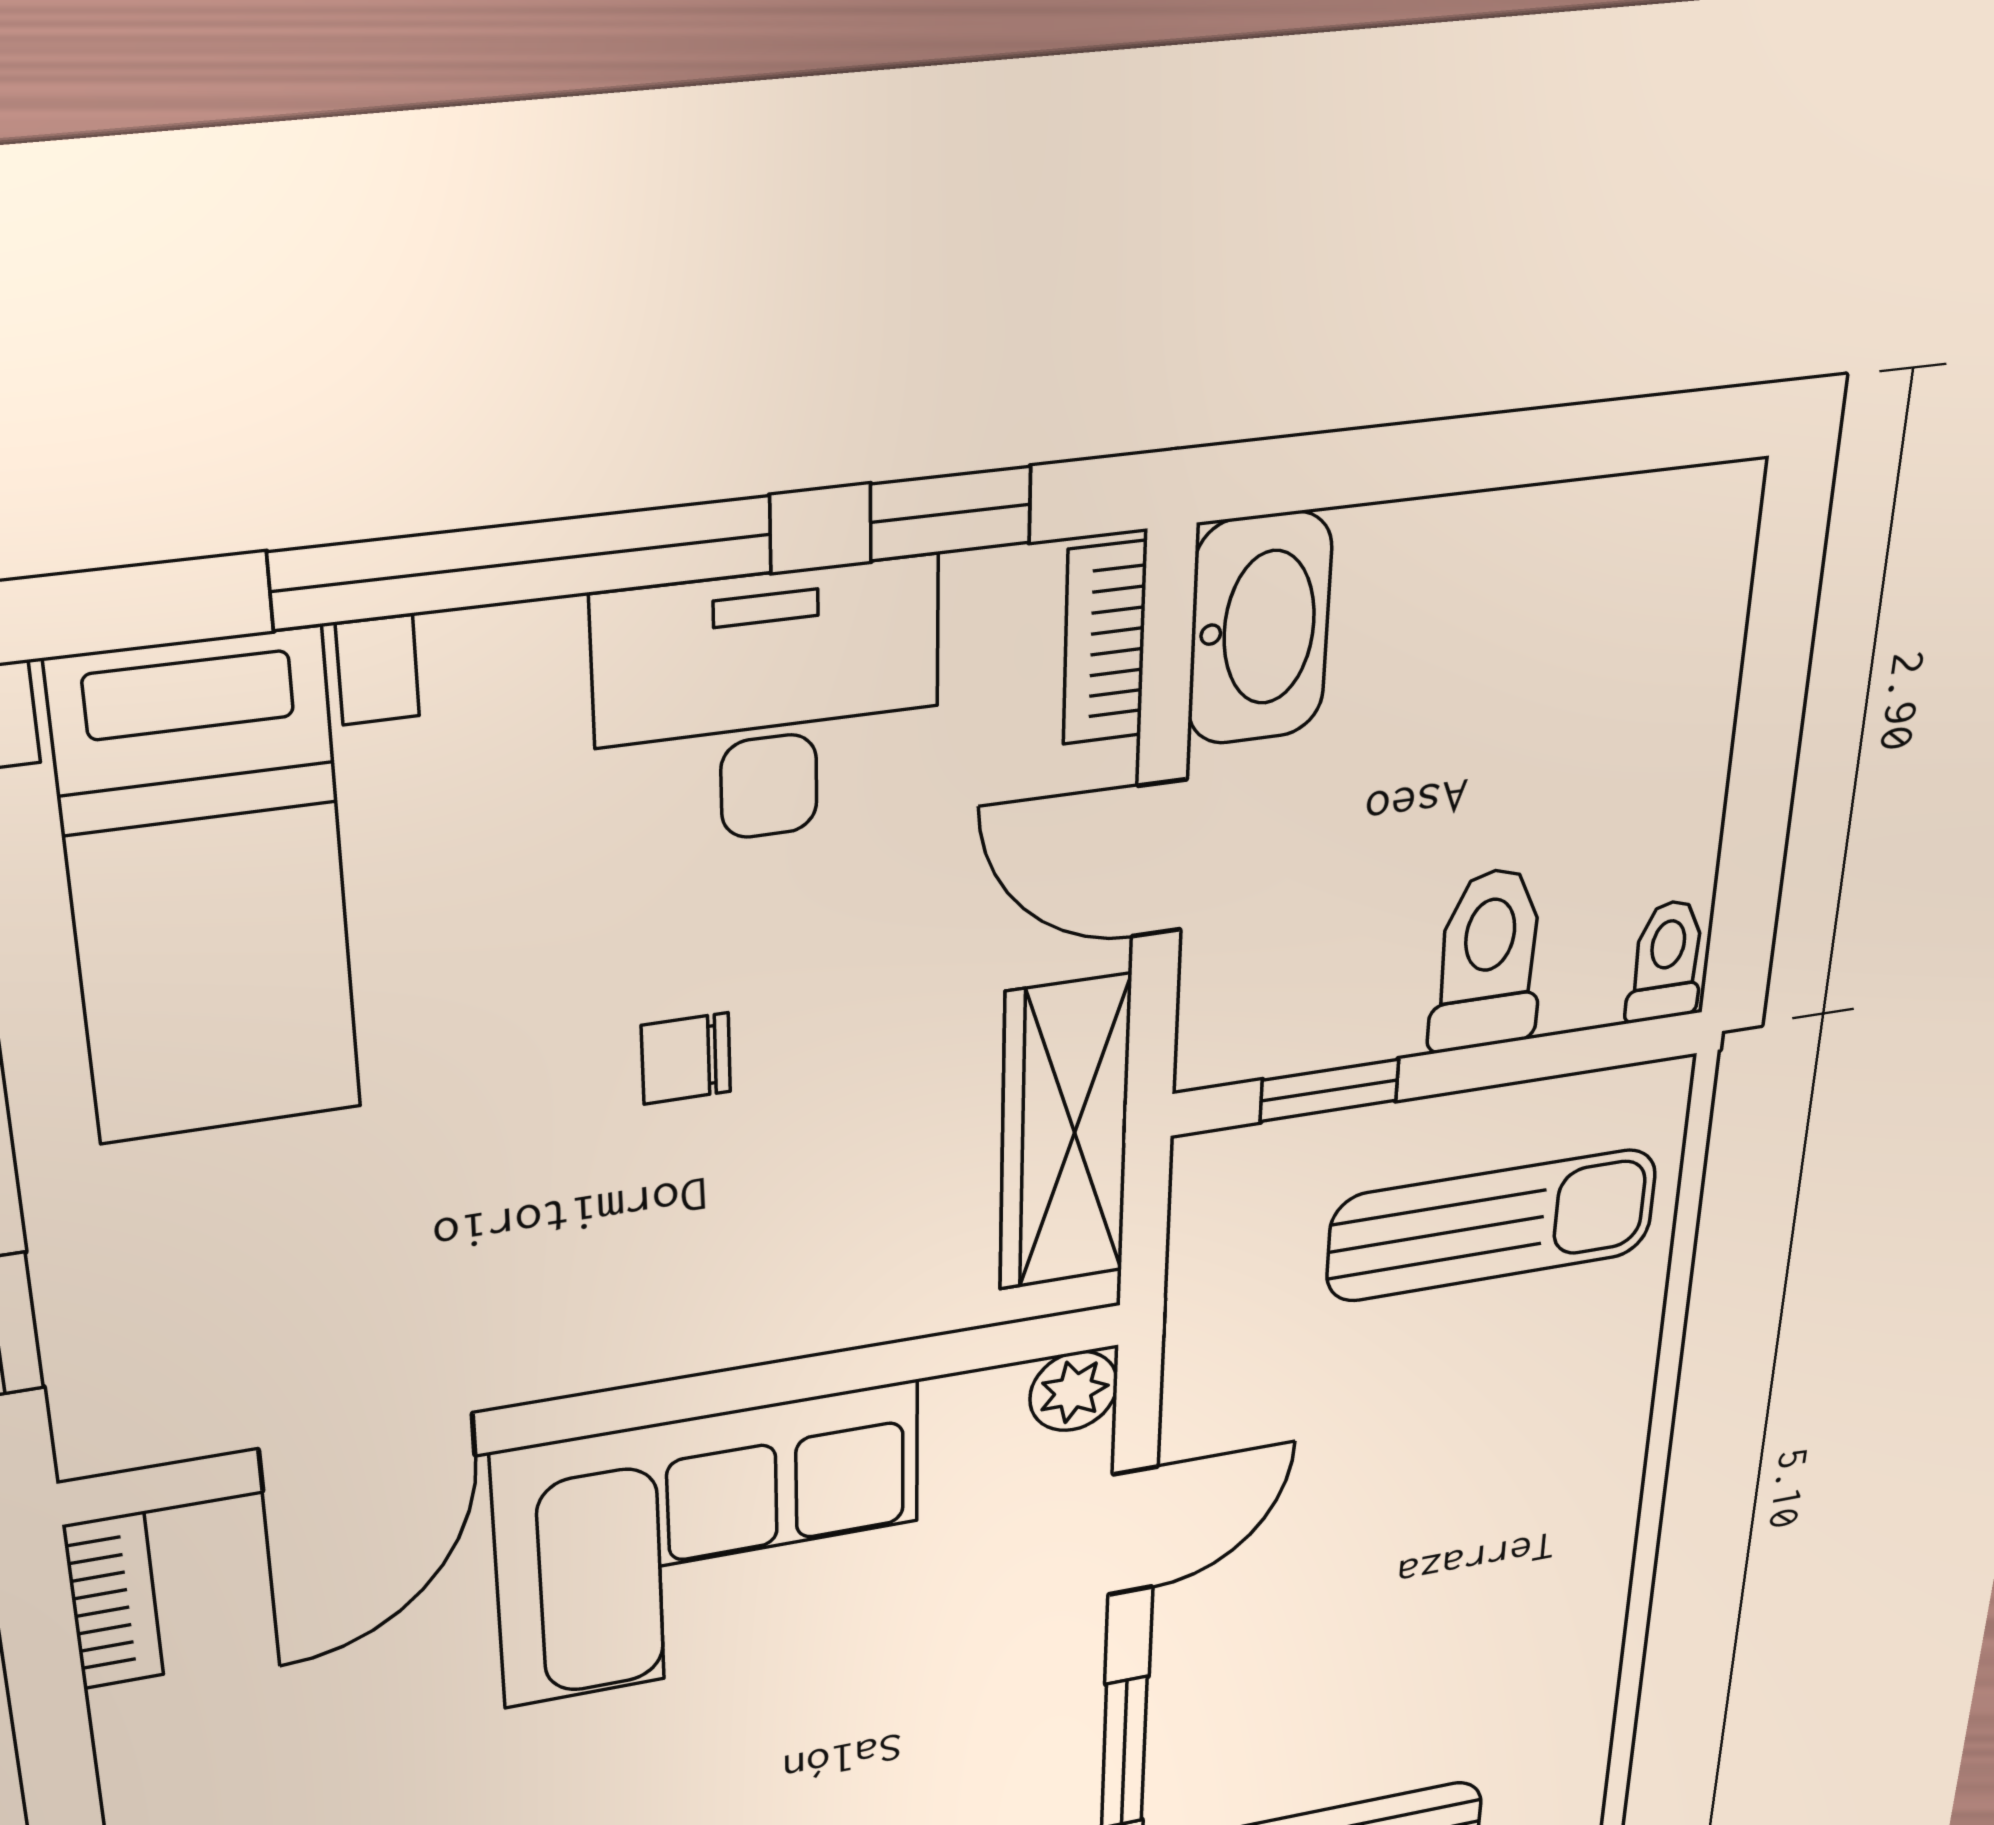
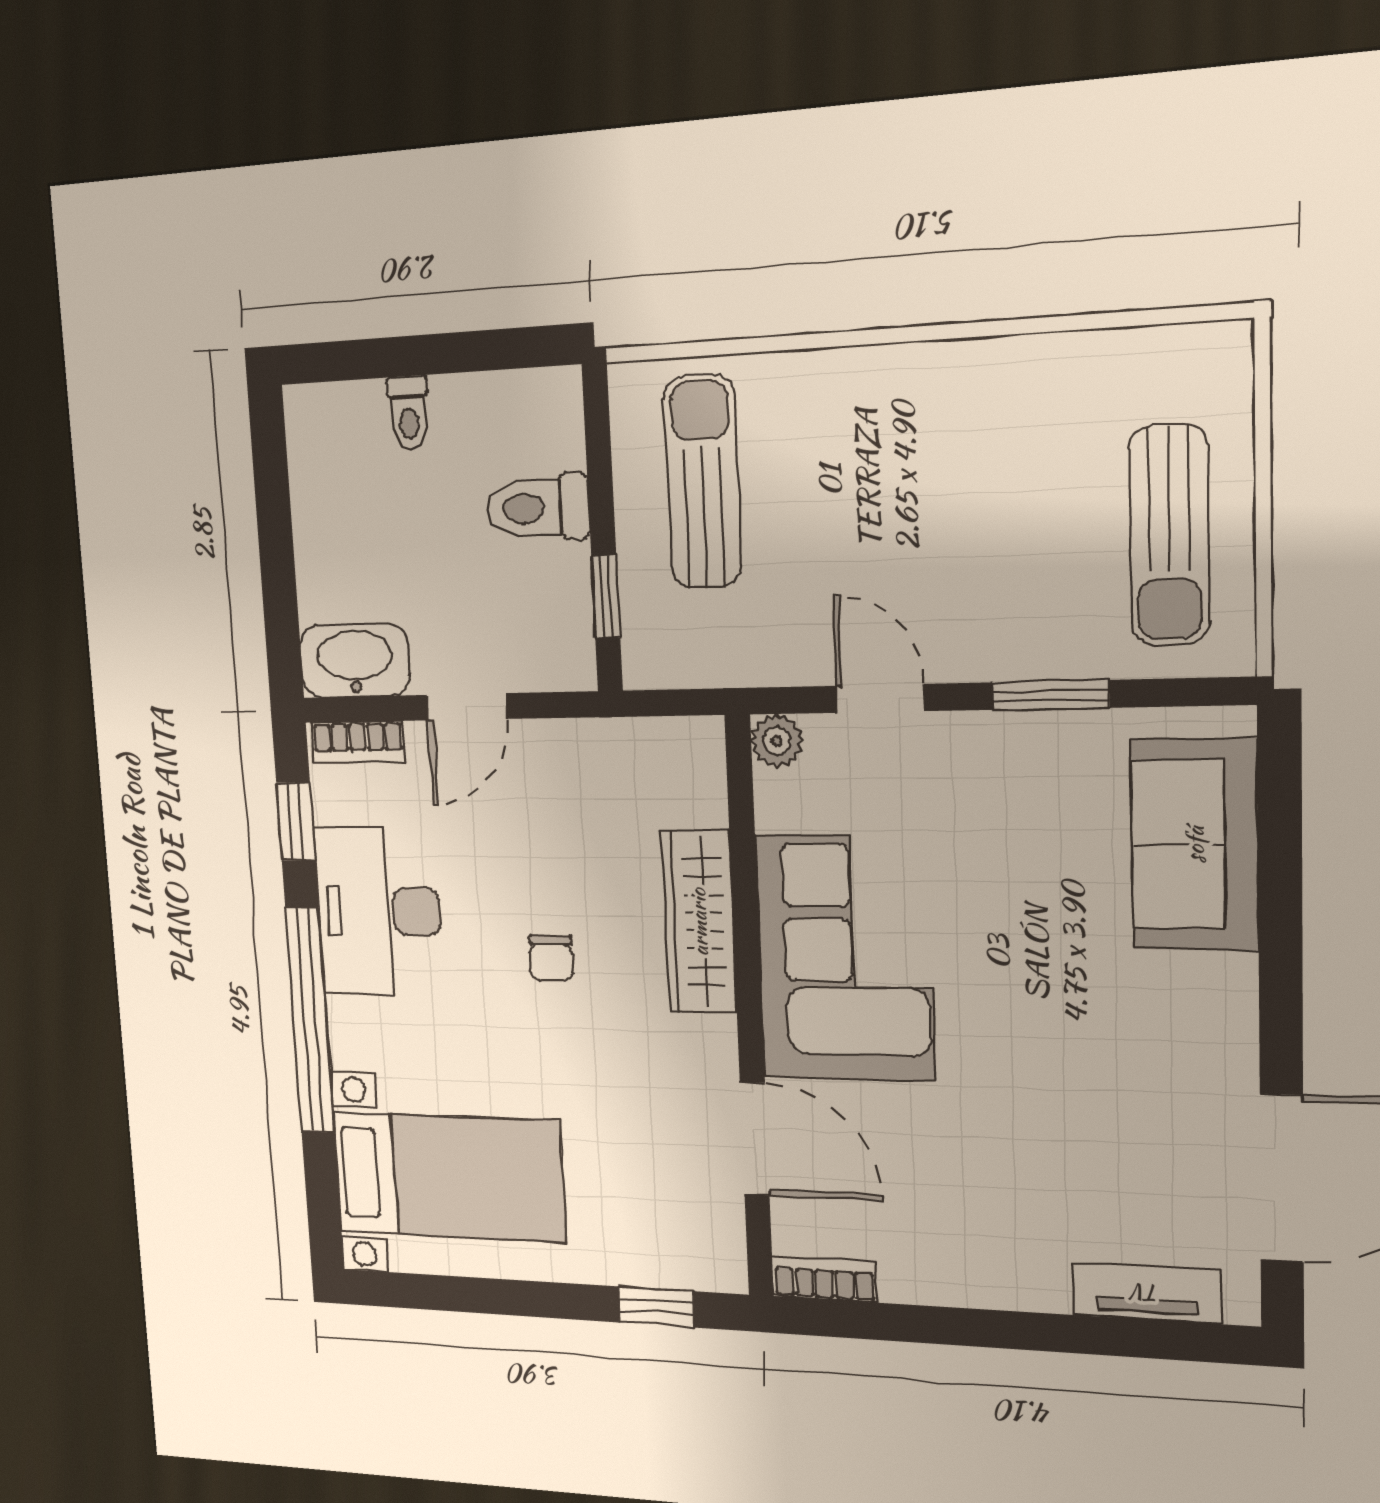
toilet: (1666, 961) -> (409, 413), moved, turned -90
wardrobe: (1065, 1134) -> (699, 922), moved, turned 90

